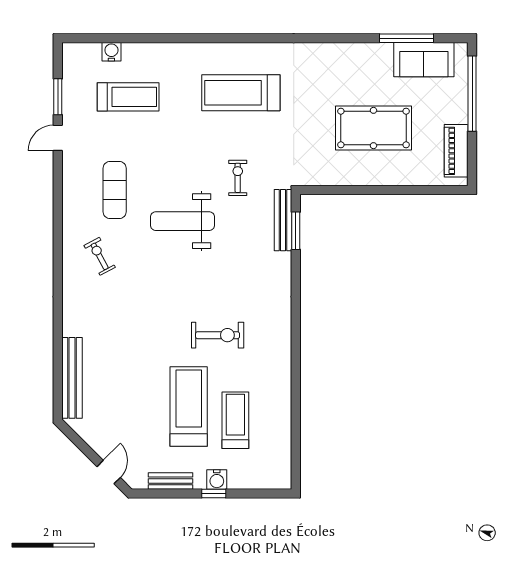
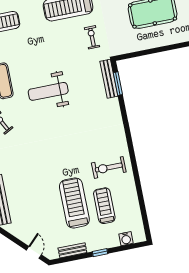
exercise bike: (238, 178) -> (92, 37), moved
exercise bike: (218, 335) -> (109, 168), moved, turned 180
water cooler: (217, 480) -> (126, 239), moved

